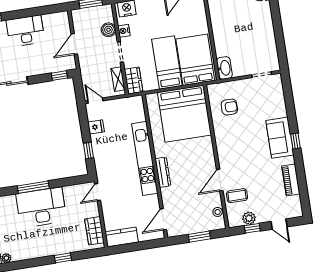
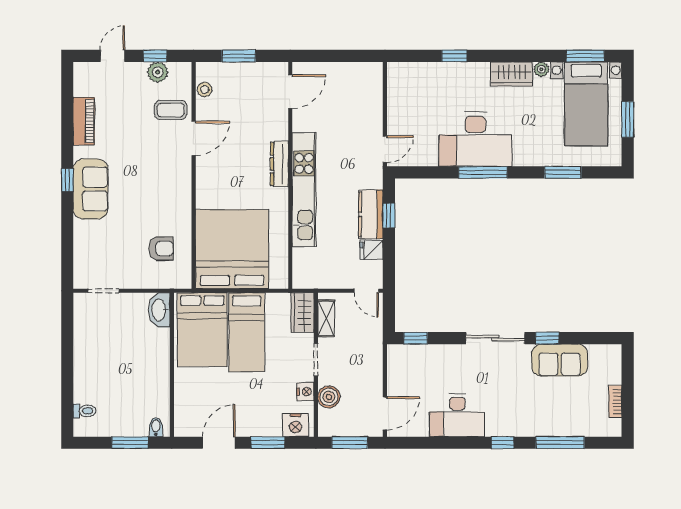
door: (74, 44) -> (385, 413), moved
armchair: (229, 107) -> (161, 249), turned 180
door: (279, 224) -> (113, 56), hinge flipped
wardrobe: (94, 231) -> (511, 74), moved, turned 90
kitchen counter: (122, 237) -> (371, 214), moved, turned 90

